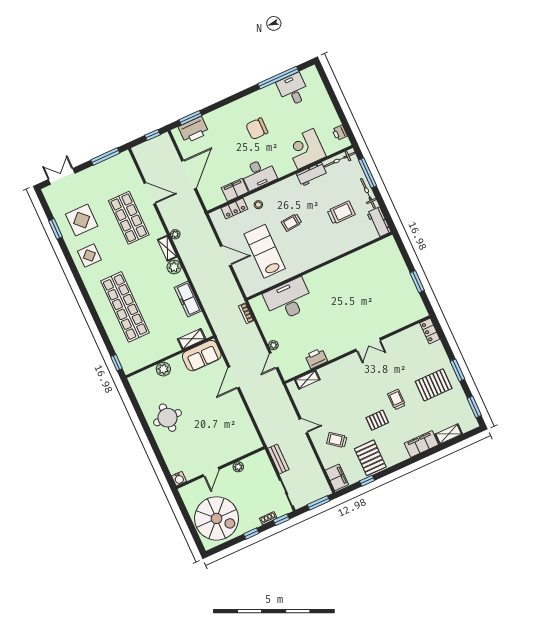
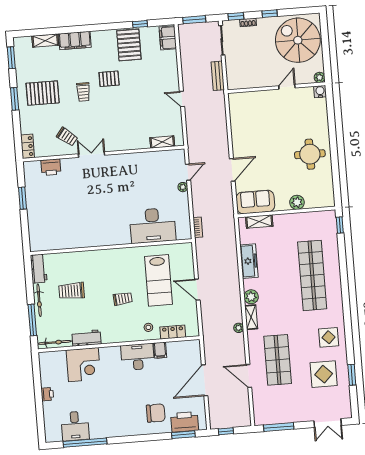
chair: (257, 129) -> (156, 413), moved
printer: (340, 133) -> (47, 394), moved
filing cabinet: (235, 190) -> (160, 350), width x0.50
printer: (316, 358) -> (51, 167), moved
trolley: (337, 440) -> (67, 137), moved
plant: (238, 467) -> (320, 77), moved

